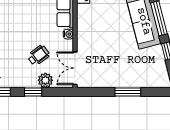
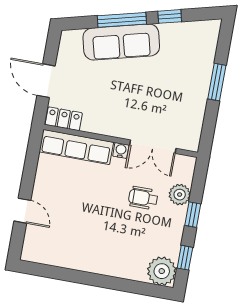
wheelchair: (38, 55) -> (143, 198), turned -53
double door: (75, 68) -> (153, 147), moved

